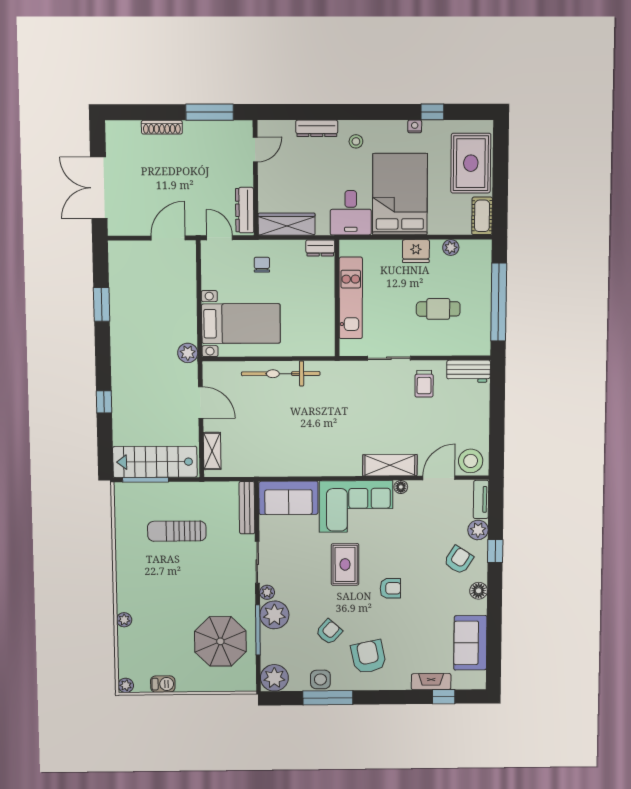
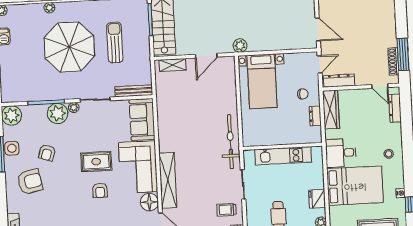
shoe rack: (162, 127) -> (393, 61), moved
dresser: (317, 128) -> (395, 108), moved
dresser: (320, 248) -> (315, 116), moved
bicycle: (281, 374) -> (230, 142), moved
shelving: (390, 465) -> (168, 180), width x1.47
floor lamp: (401, 487) -> (149, 202), width x1.89, depth x1.89
armchair: (390, 588) -> (100, 190), moved
armchair: (329, 632) -> (47, 153), turned 66
parasol: (220, 641) -> (69, 47), moved, width x1.36, depth x1.36

